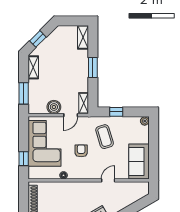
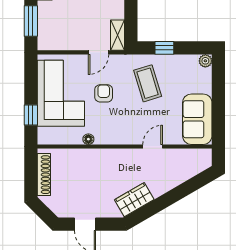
boiler: (54, 107) -> (74, 41), removed
armchair: (81, 151) -> (104, 93), moved

